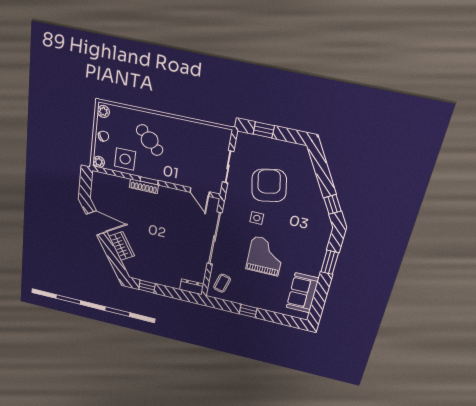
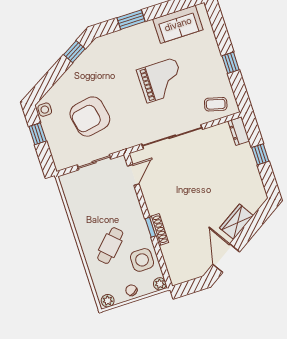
window: (264, 130) -> (38, 134), moved
side table: (257, 218) -> (45, 110), moved
grand piano: (265, 256) -> (161, 80), turned 180
window: (147, 287) -> (260, 154), moved

